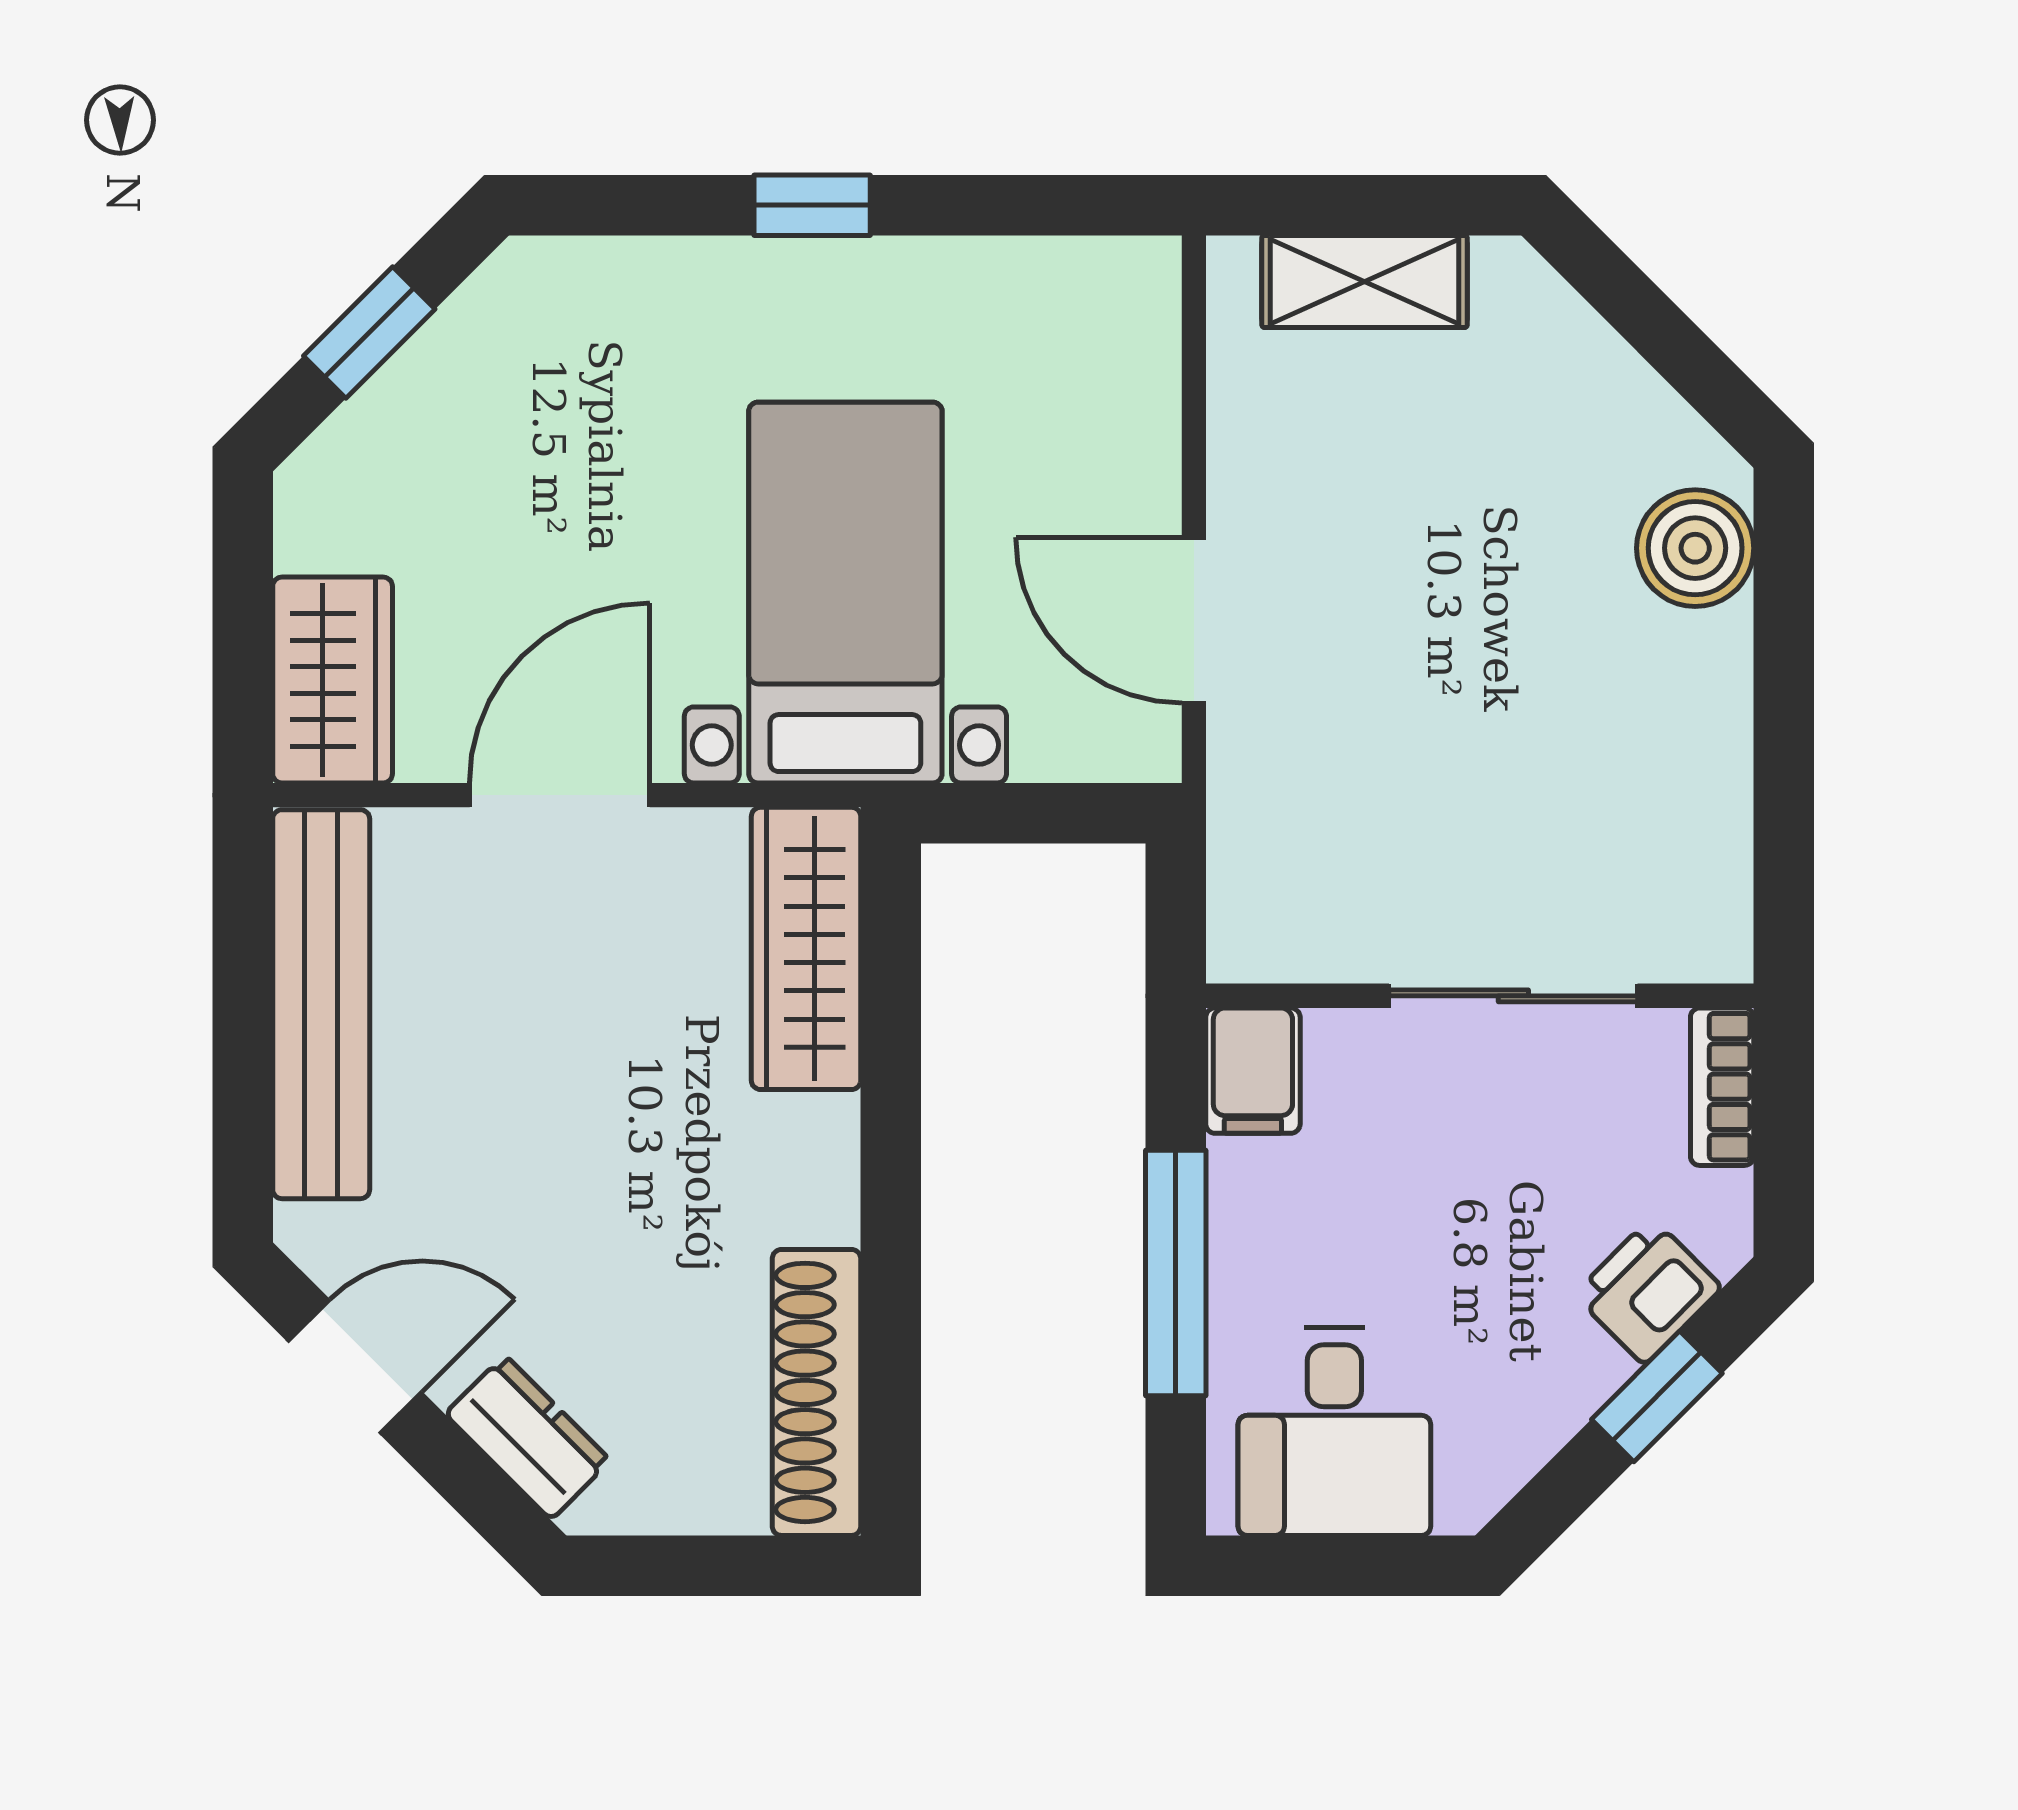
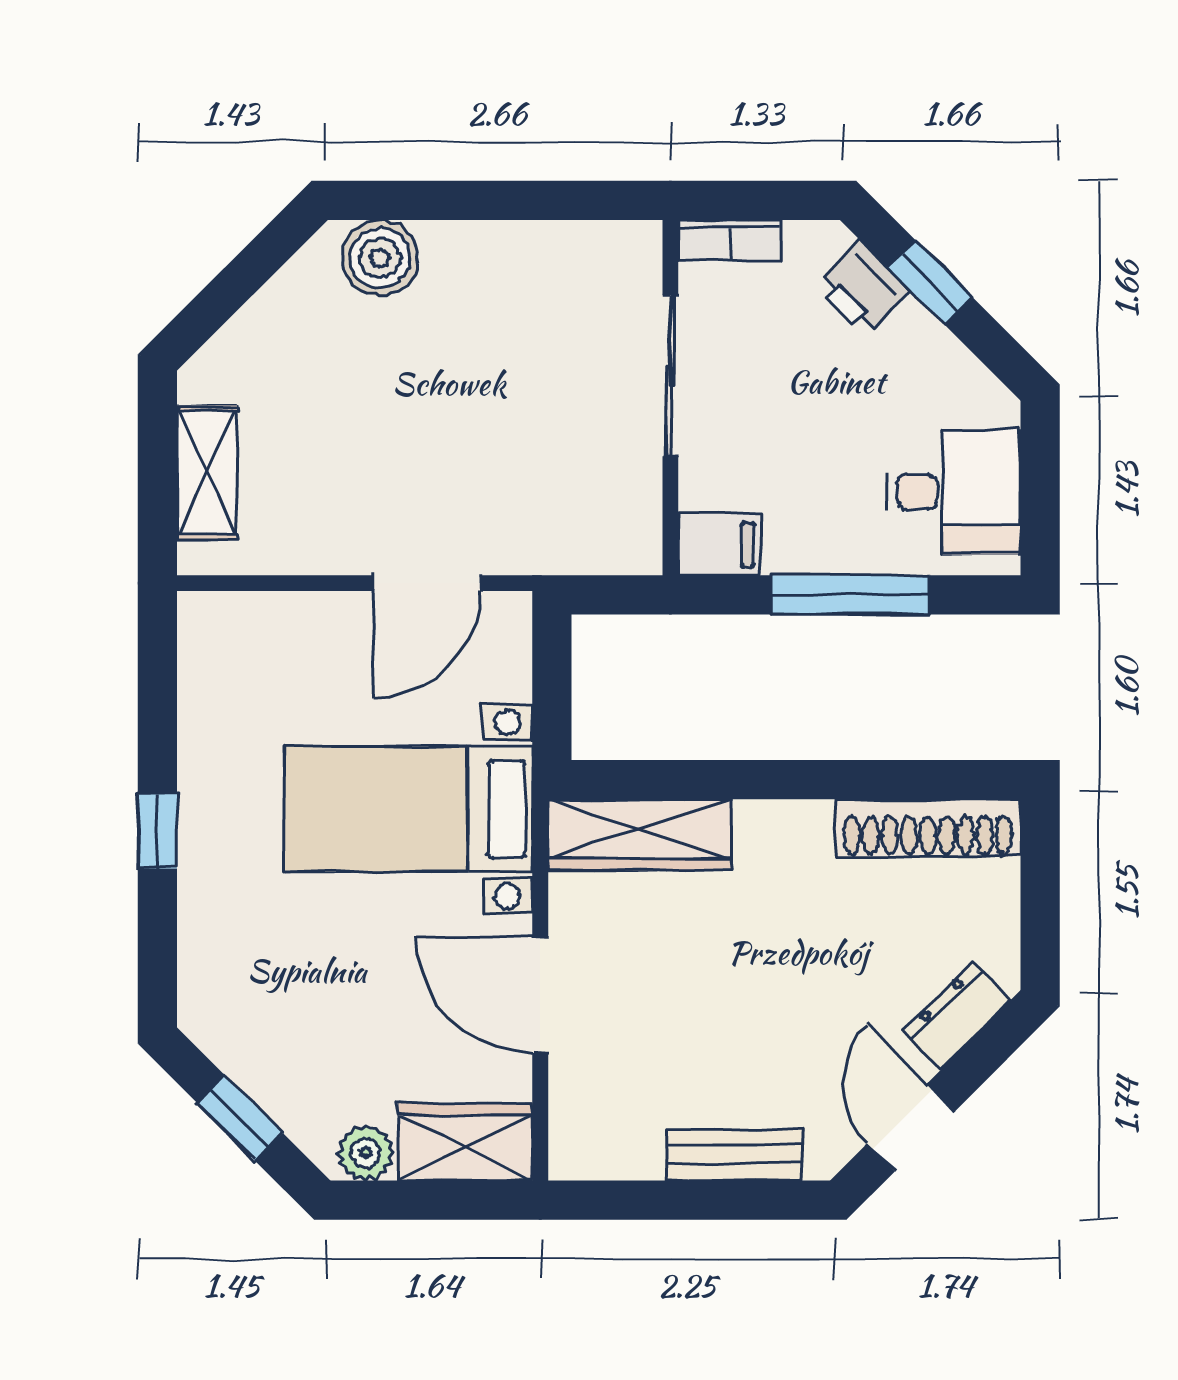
plant: (316, 526) -> (366, 1153), added
bench: (321, 1004) -> (734, 1155), width x0.54, depth x0.82

